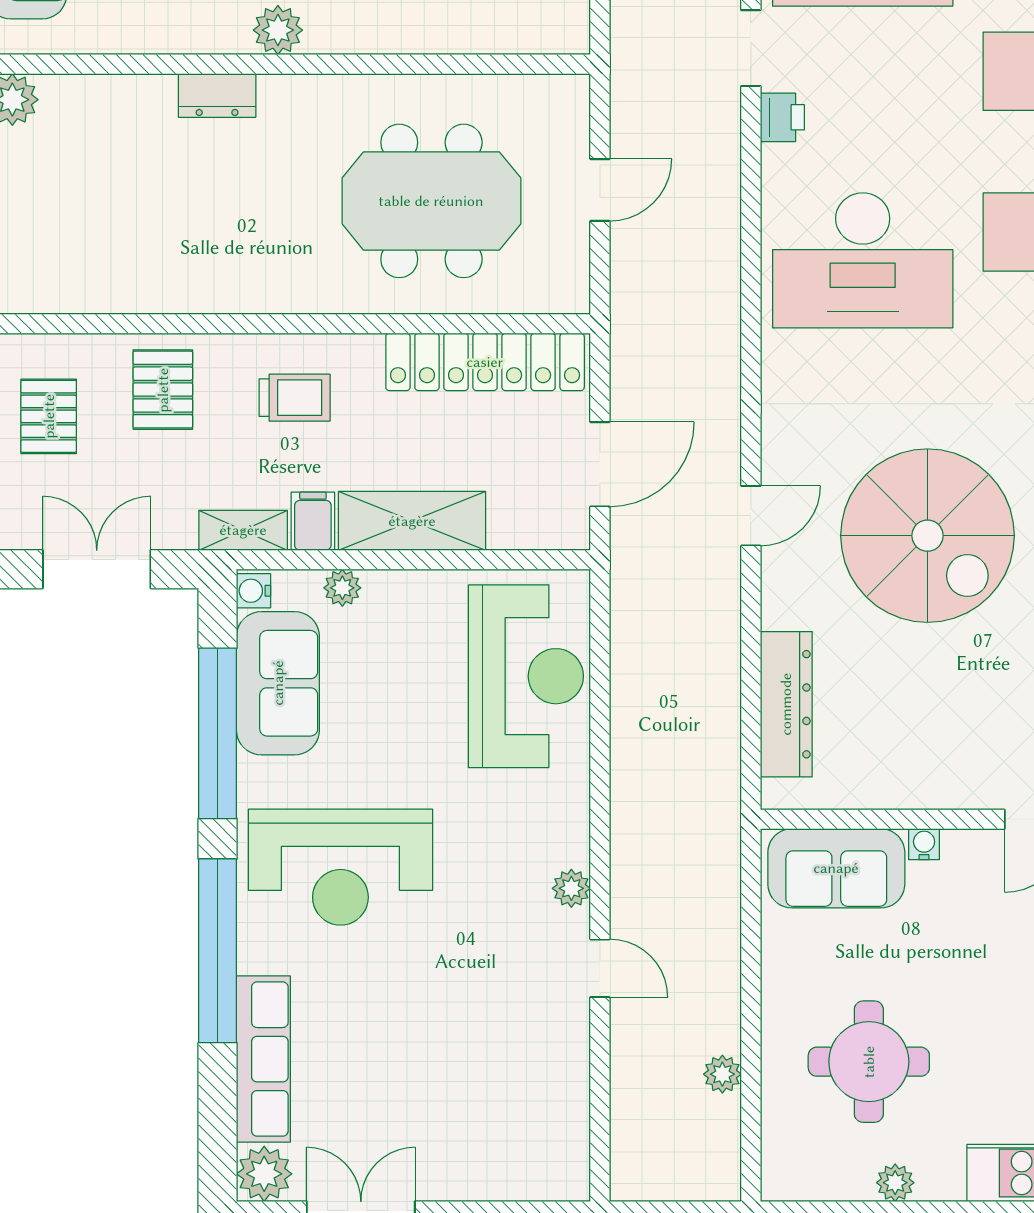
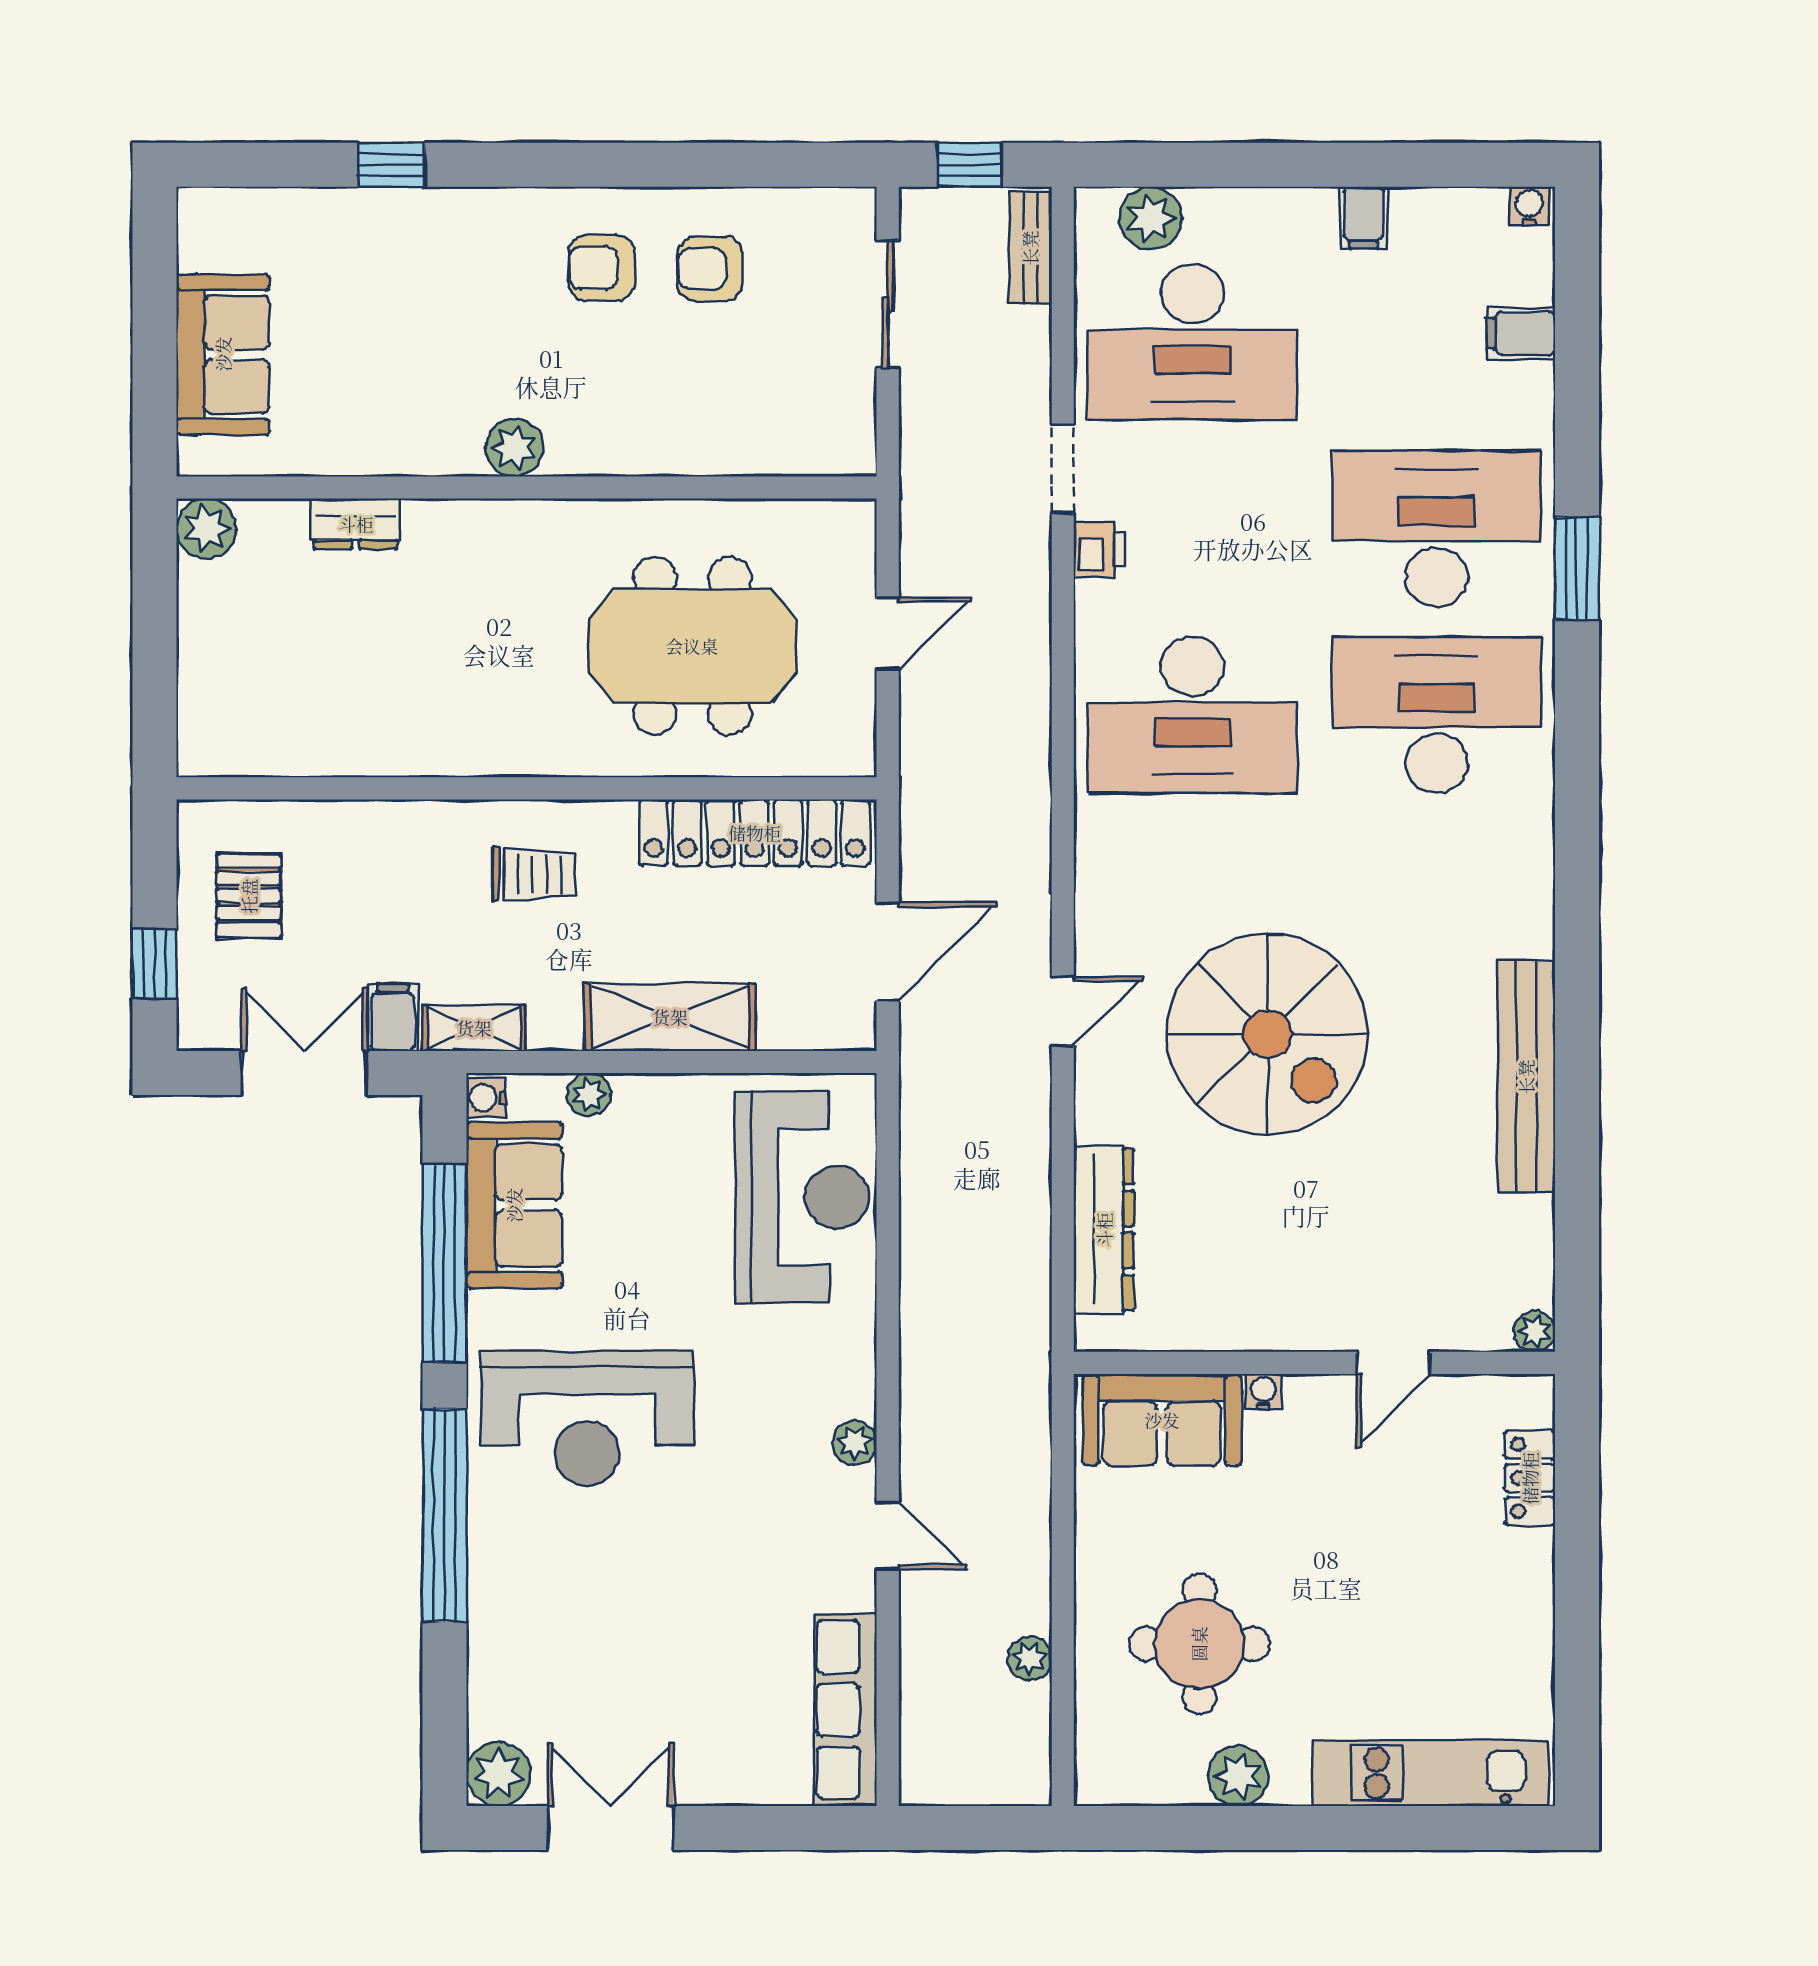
dresser: (217, 95) -> (356, 524), moved
pallet: (163, 390) -> (381, 865), removed
filing cabinet: (313, 521) -> (393, 1017), moved
row of seats: (263, 1059) -> (846, 1710), moved, turned 180
plant: (895, 1183) -> (1238, 1776), width x1.38, depth x1.38

